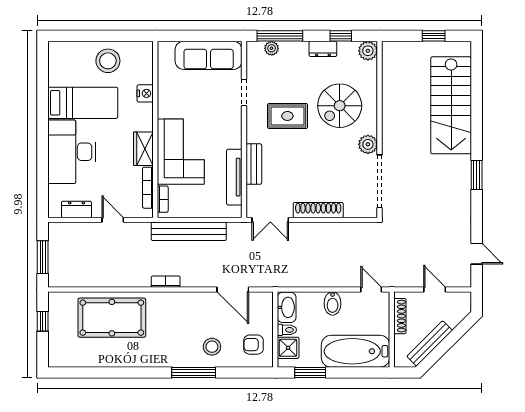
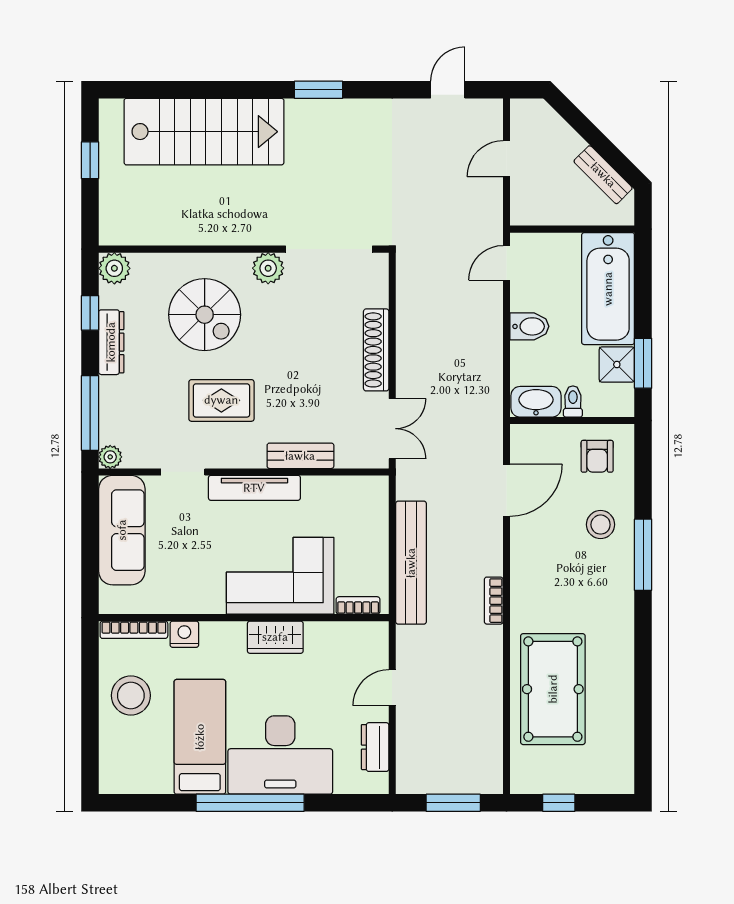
plant: (272, 48) -> (110, 457), moved
dresser: (323, 49) -> (111, 342), width x1.44
rug: (287, 116) -> (221, 400), turned 90
window: (43, 133) -> (250, 803), added
tv unit: (234, 177) -> (254, 488), moved
bookcase: (148, 188) -> (134, 630), moved
shoe rack: (400, 316) -> (550, 216), removed
bench: (430, 343) -> (603, 175), width x0.73
shower: (288, 348) -> (617, 365), moved

